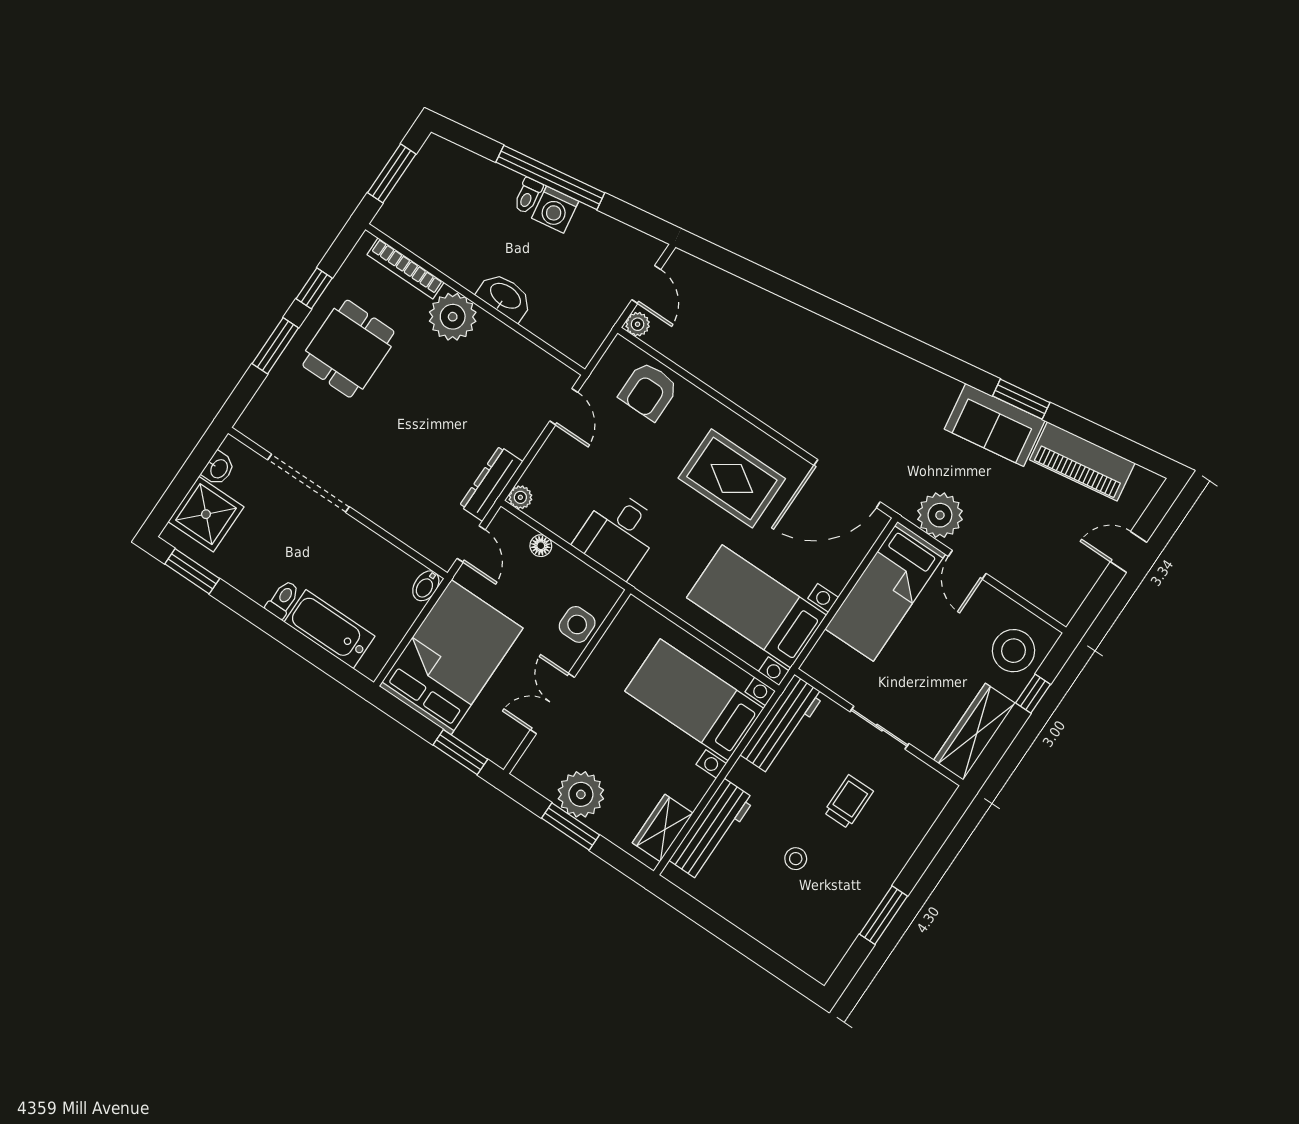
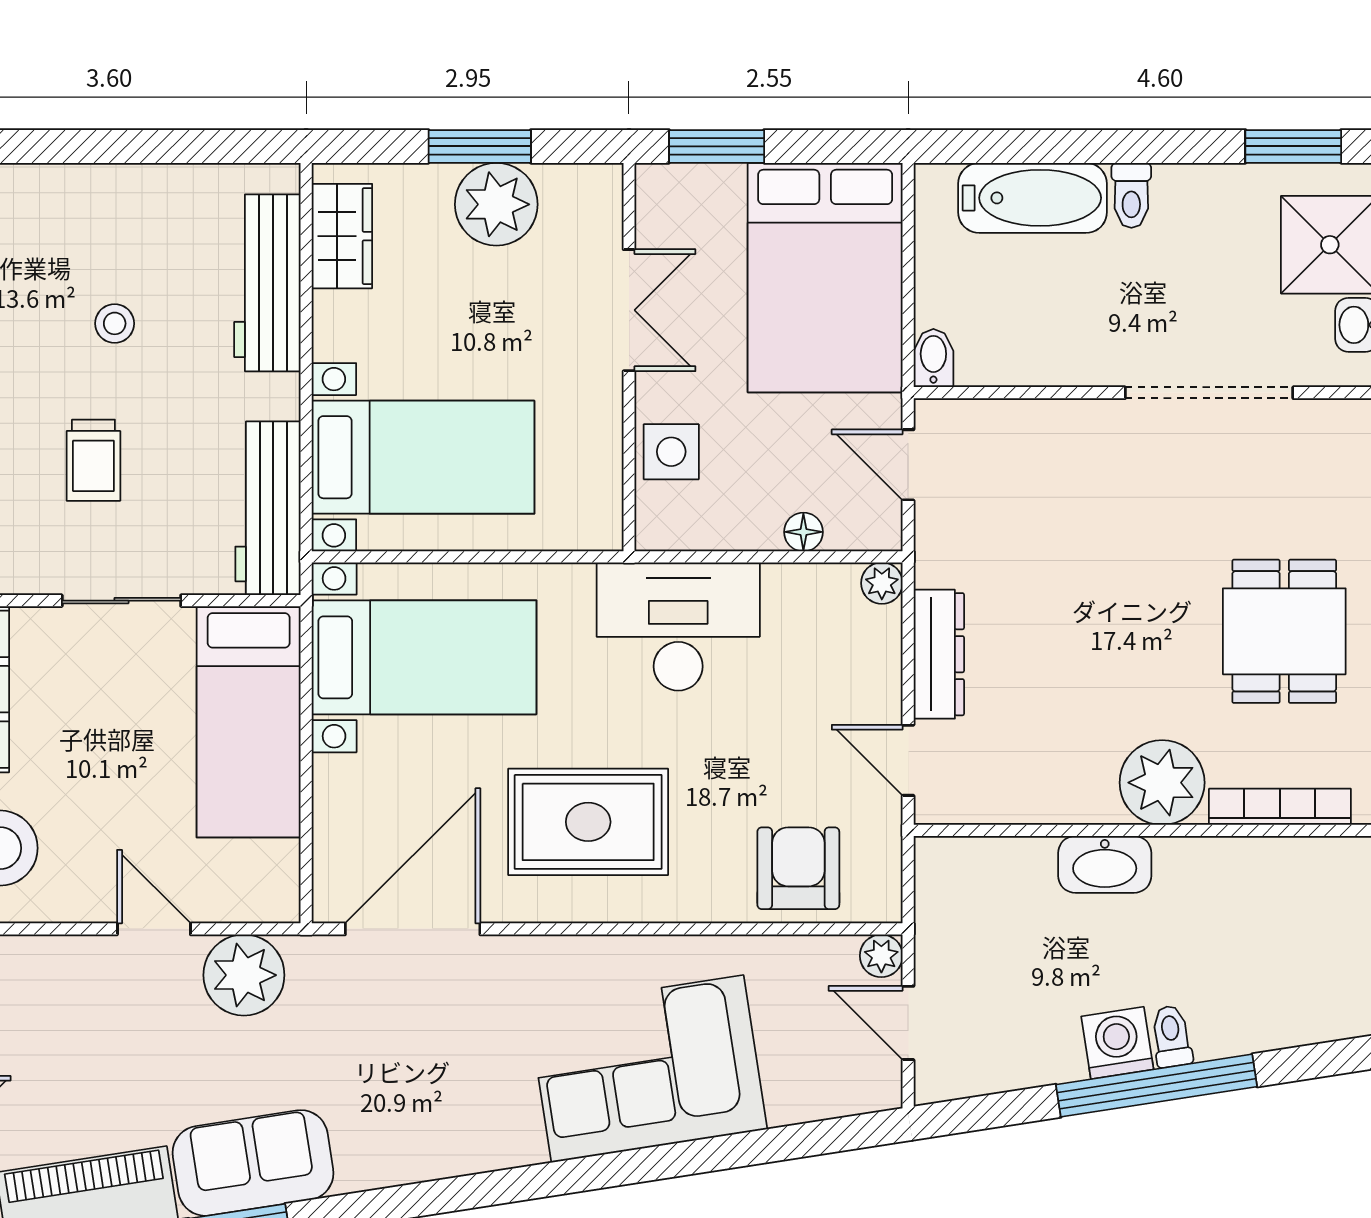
corner sofa: (782, 345) -> (647, 1069), added
dresser: (491, 484) -> (939, 654), moved
desk: (618, 534) -> (678, 626), width x1.37
bed: (885, 591) -> (249, 722), moved, turned 180

